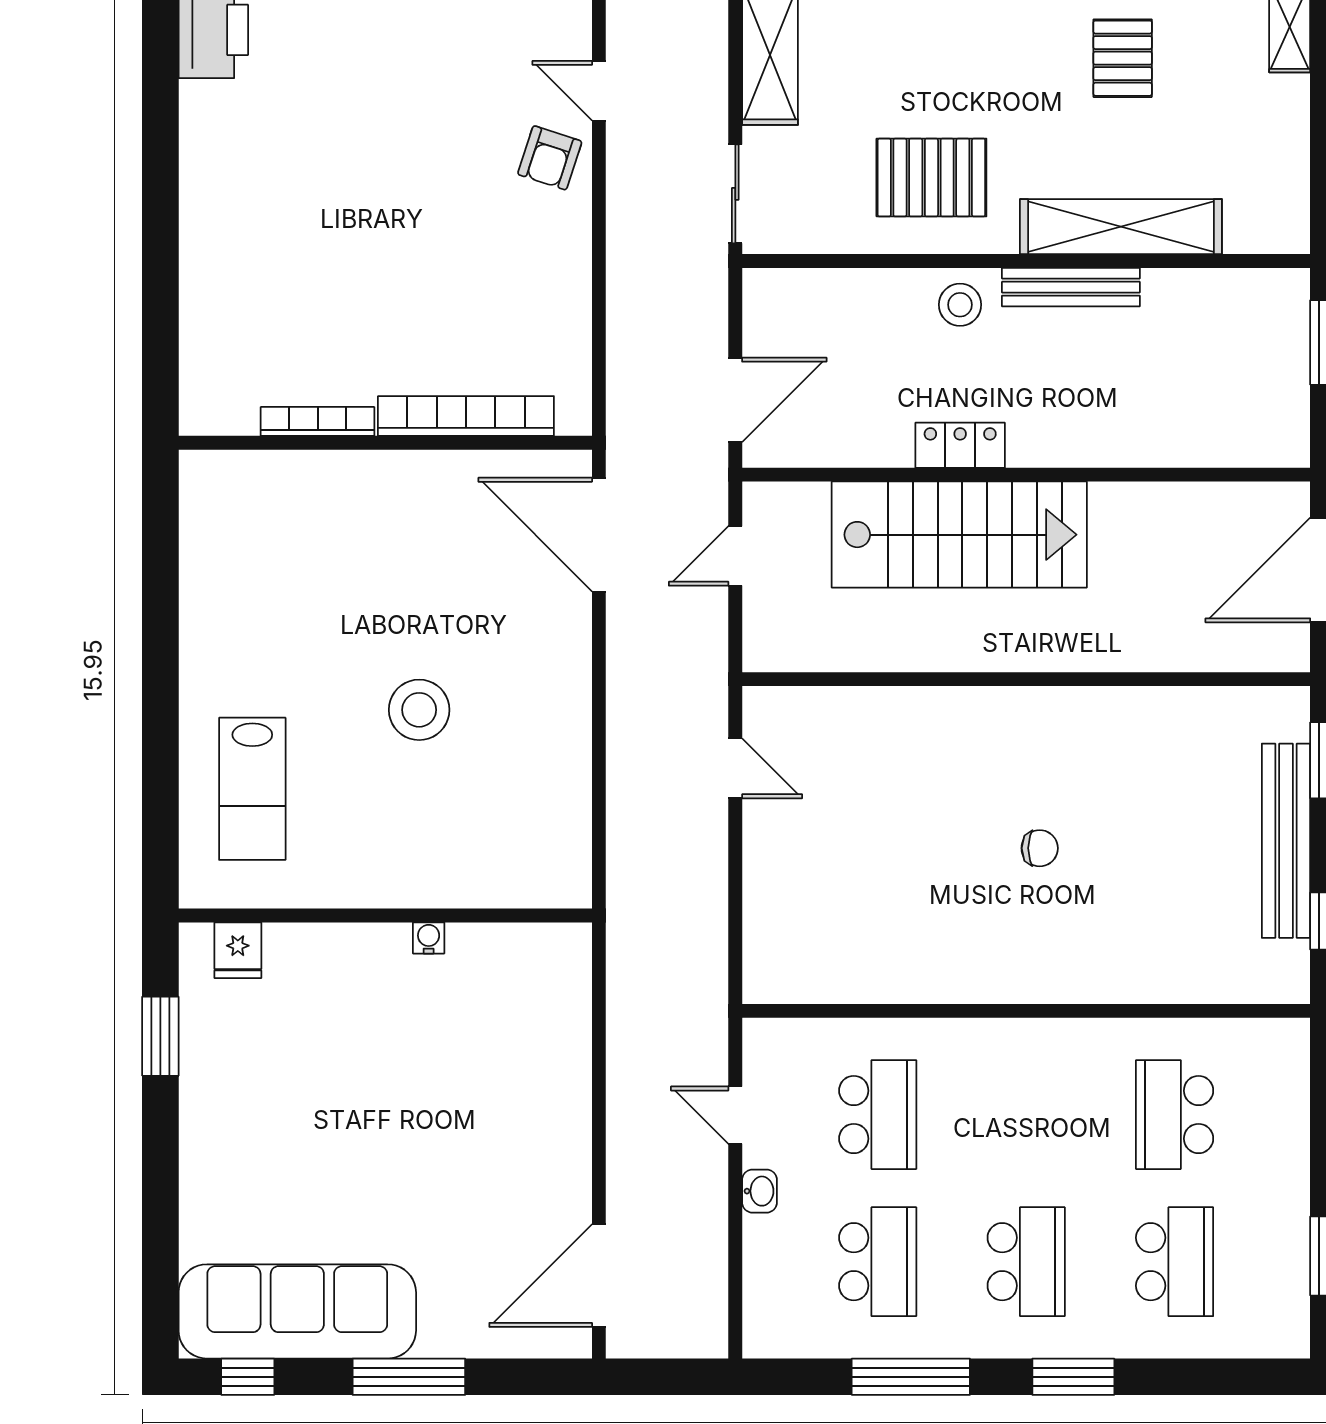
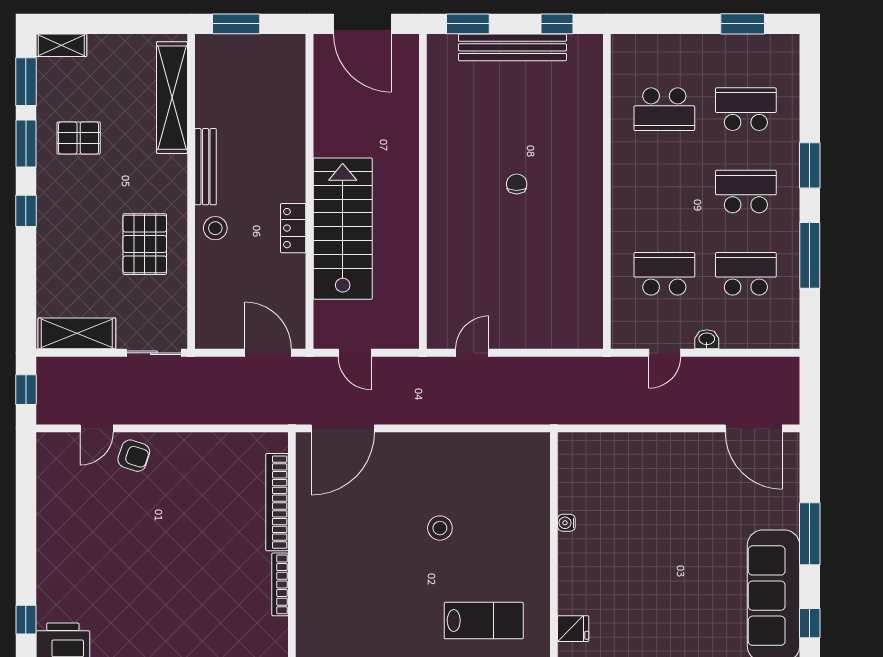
shelving: (1121, 227) -> (172, 98), moved
stool: (419, 710) -> (440, 528), width x0.73, depth x0.73

